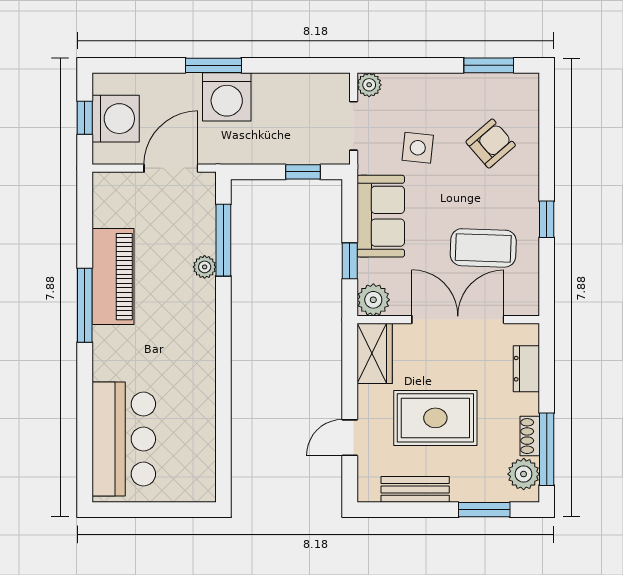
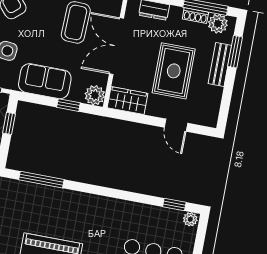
plant: (205, 267) -> (190, 219), moved
window: (223, 459) -> (174, 204), added
bench: (415, 489) -> (220, 64), moved

